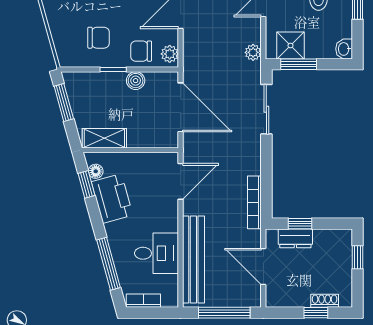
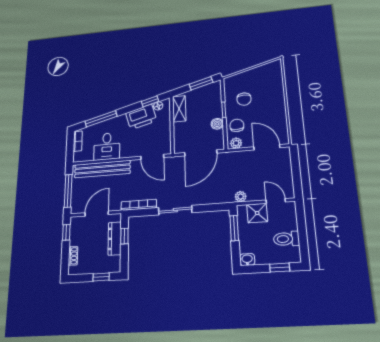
shower: (290, 45) -> (257, 213), moved
sliding door: (266, 109) -> (175, 210), moved
dresser: (295, 238) -> (115, 239), width x1.44
window: (316, 313) -> (66, 232), moved

